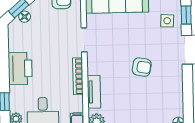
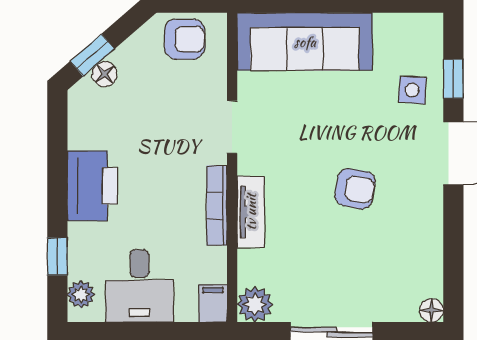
tv unit: (94, 92) -> (251, 212), moved

